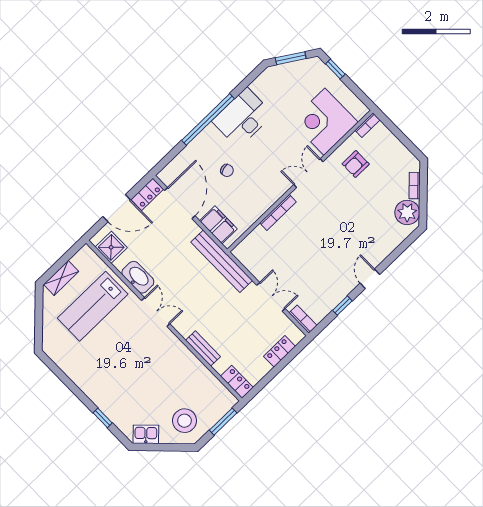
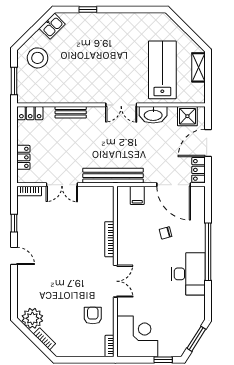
corner desk: (324, 122) -> (137, 336), moved
filing cabinet: (218, 225) -> (137, 195), width x0.50

